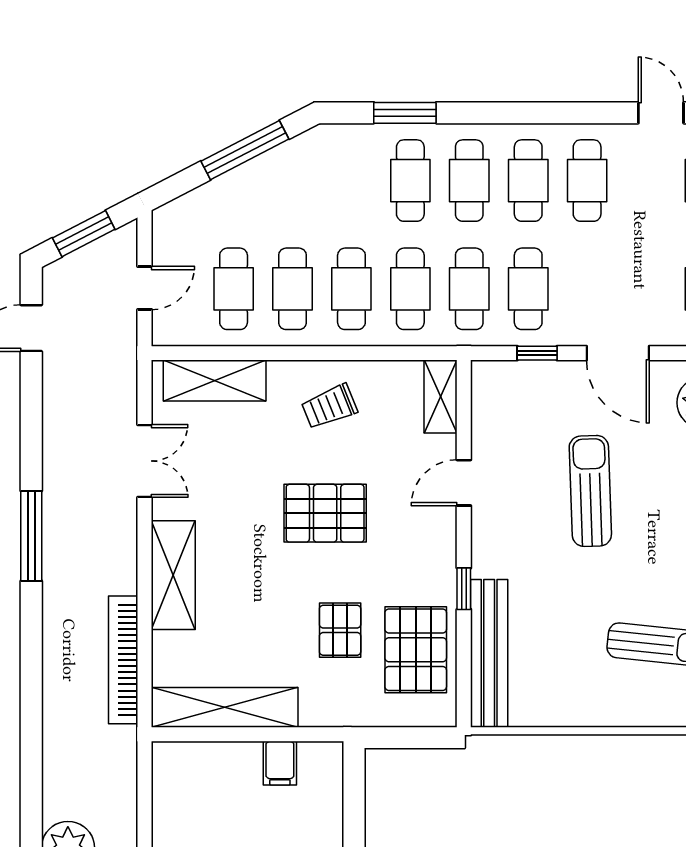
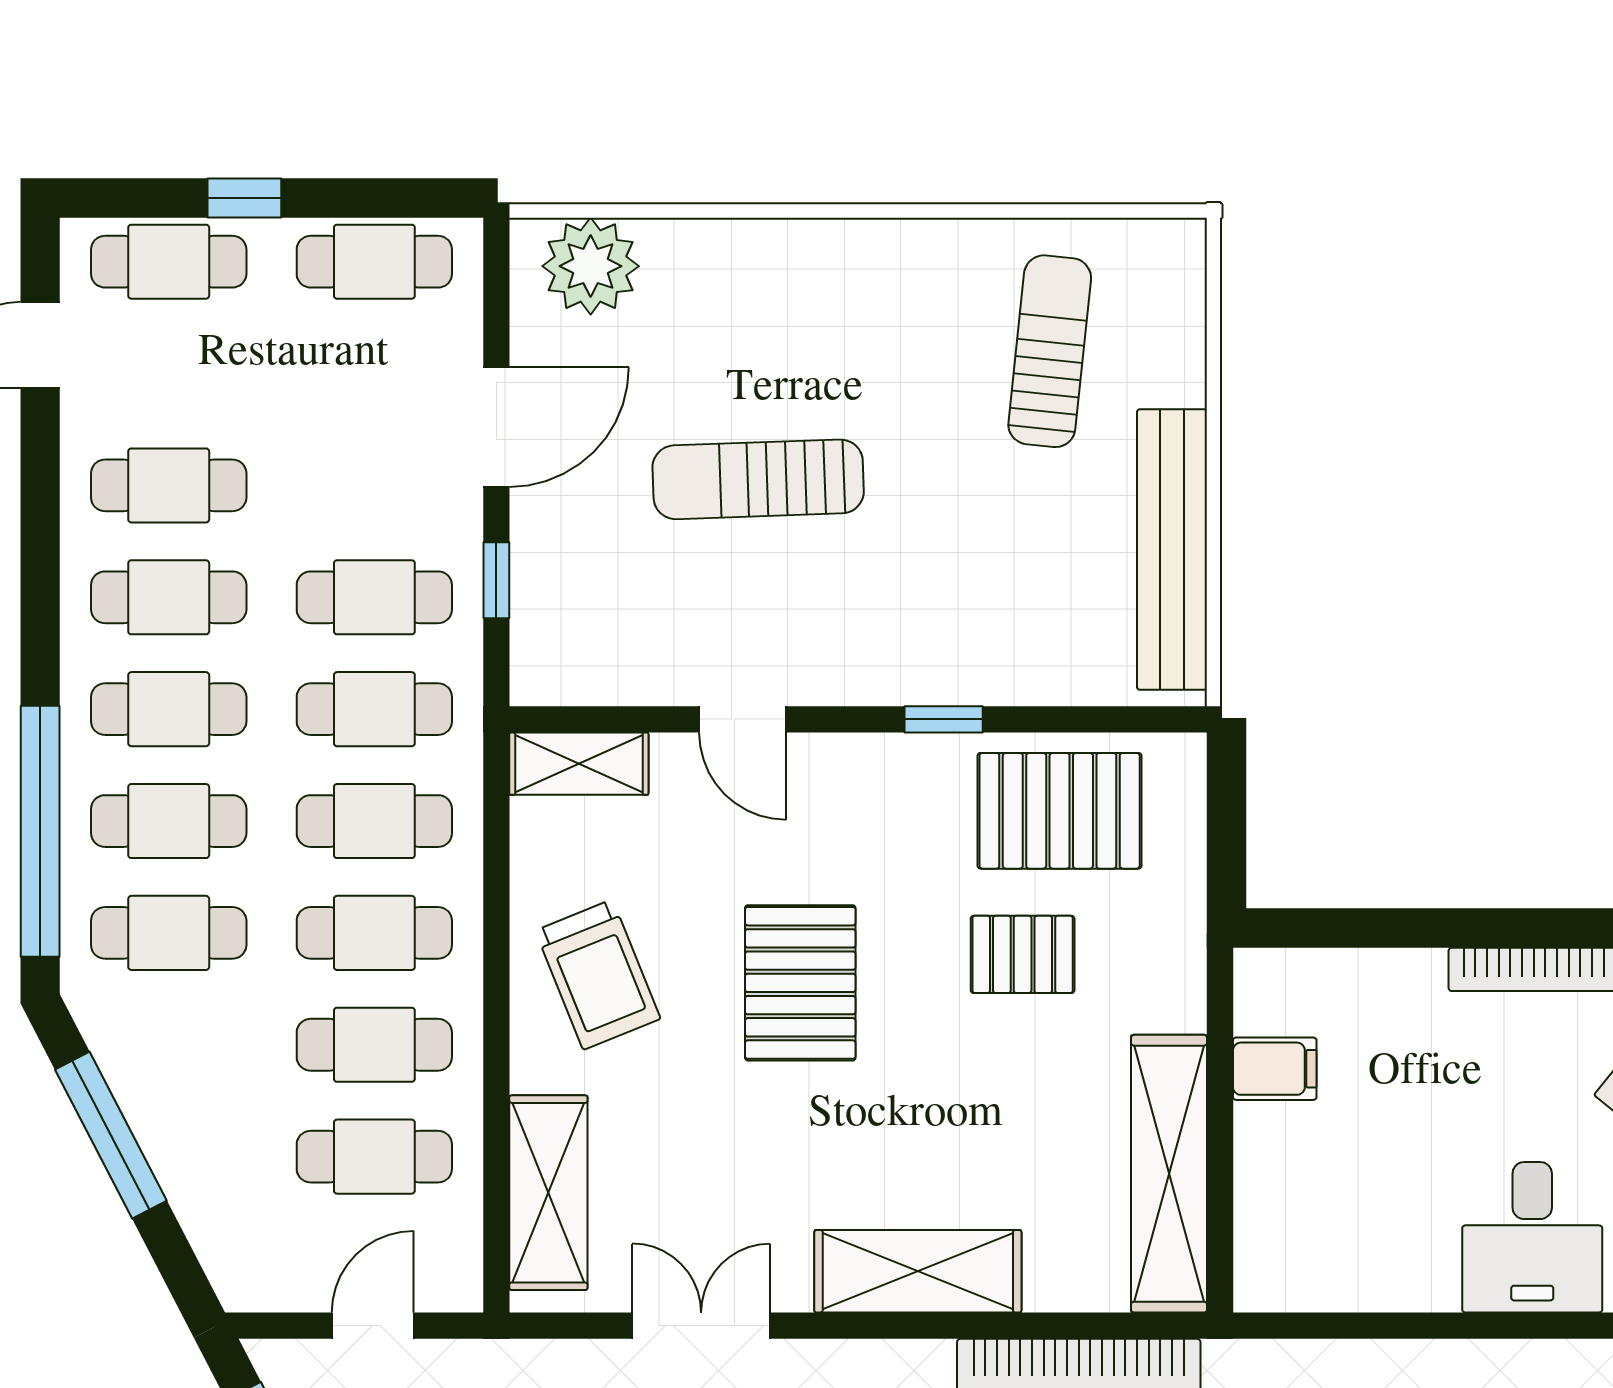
window: (405, 113) -> (40, 831), width x2.11
cafe table: (351, 181) -> (169, 933), added
door: (145, 288) -> (373, 1326), hinge flipped
trolley: (329, 407) -> (598, 975), width x1.36, depth x1.39
bench: (489, 653) -> (1172, 550), moved, turned 90

